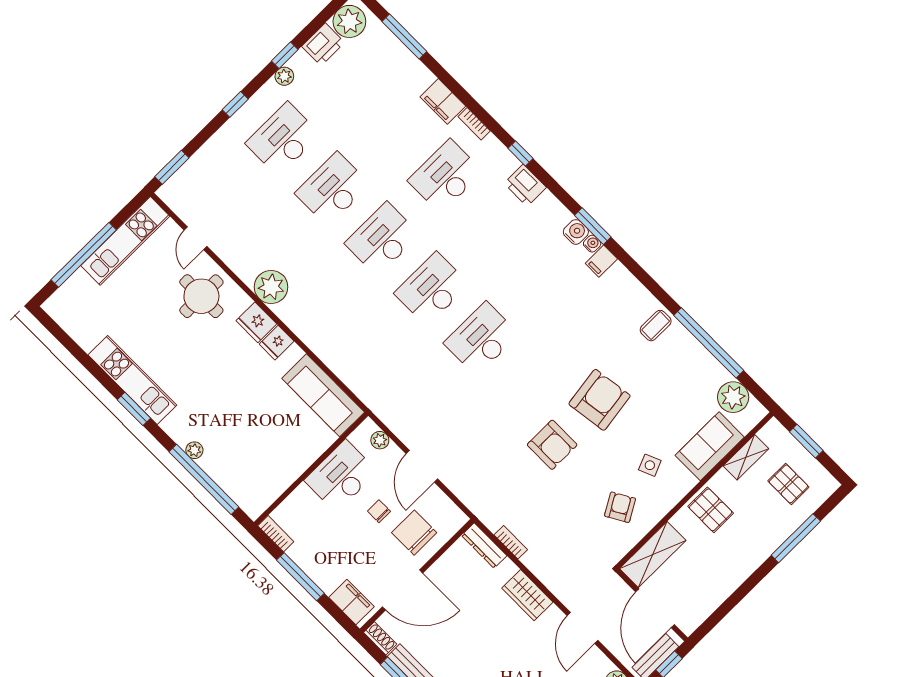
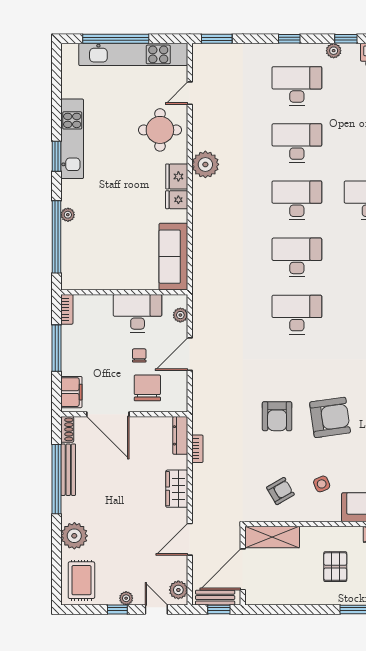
kitchen unit: (125, 241) -> (133, 54), width x1.36
pallet: (711, 510) -> (335, 567), moved

